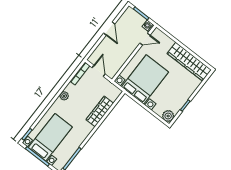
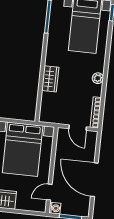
door: (109, 29) -> (94, 180), width x1.87
wardrobe: (100, 111) -> (50, 79), width x0.67

